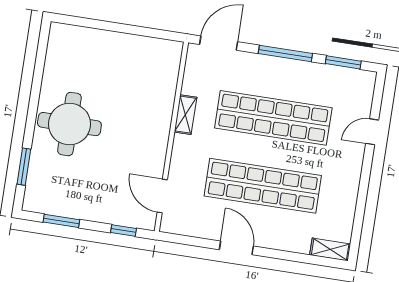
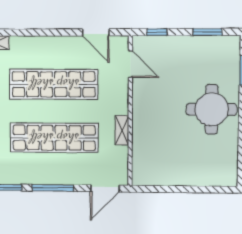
door: (236, 248) -> (96, 32), moved

